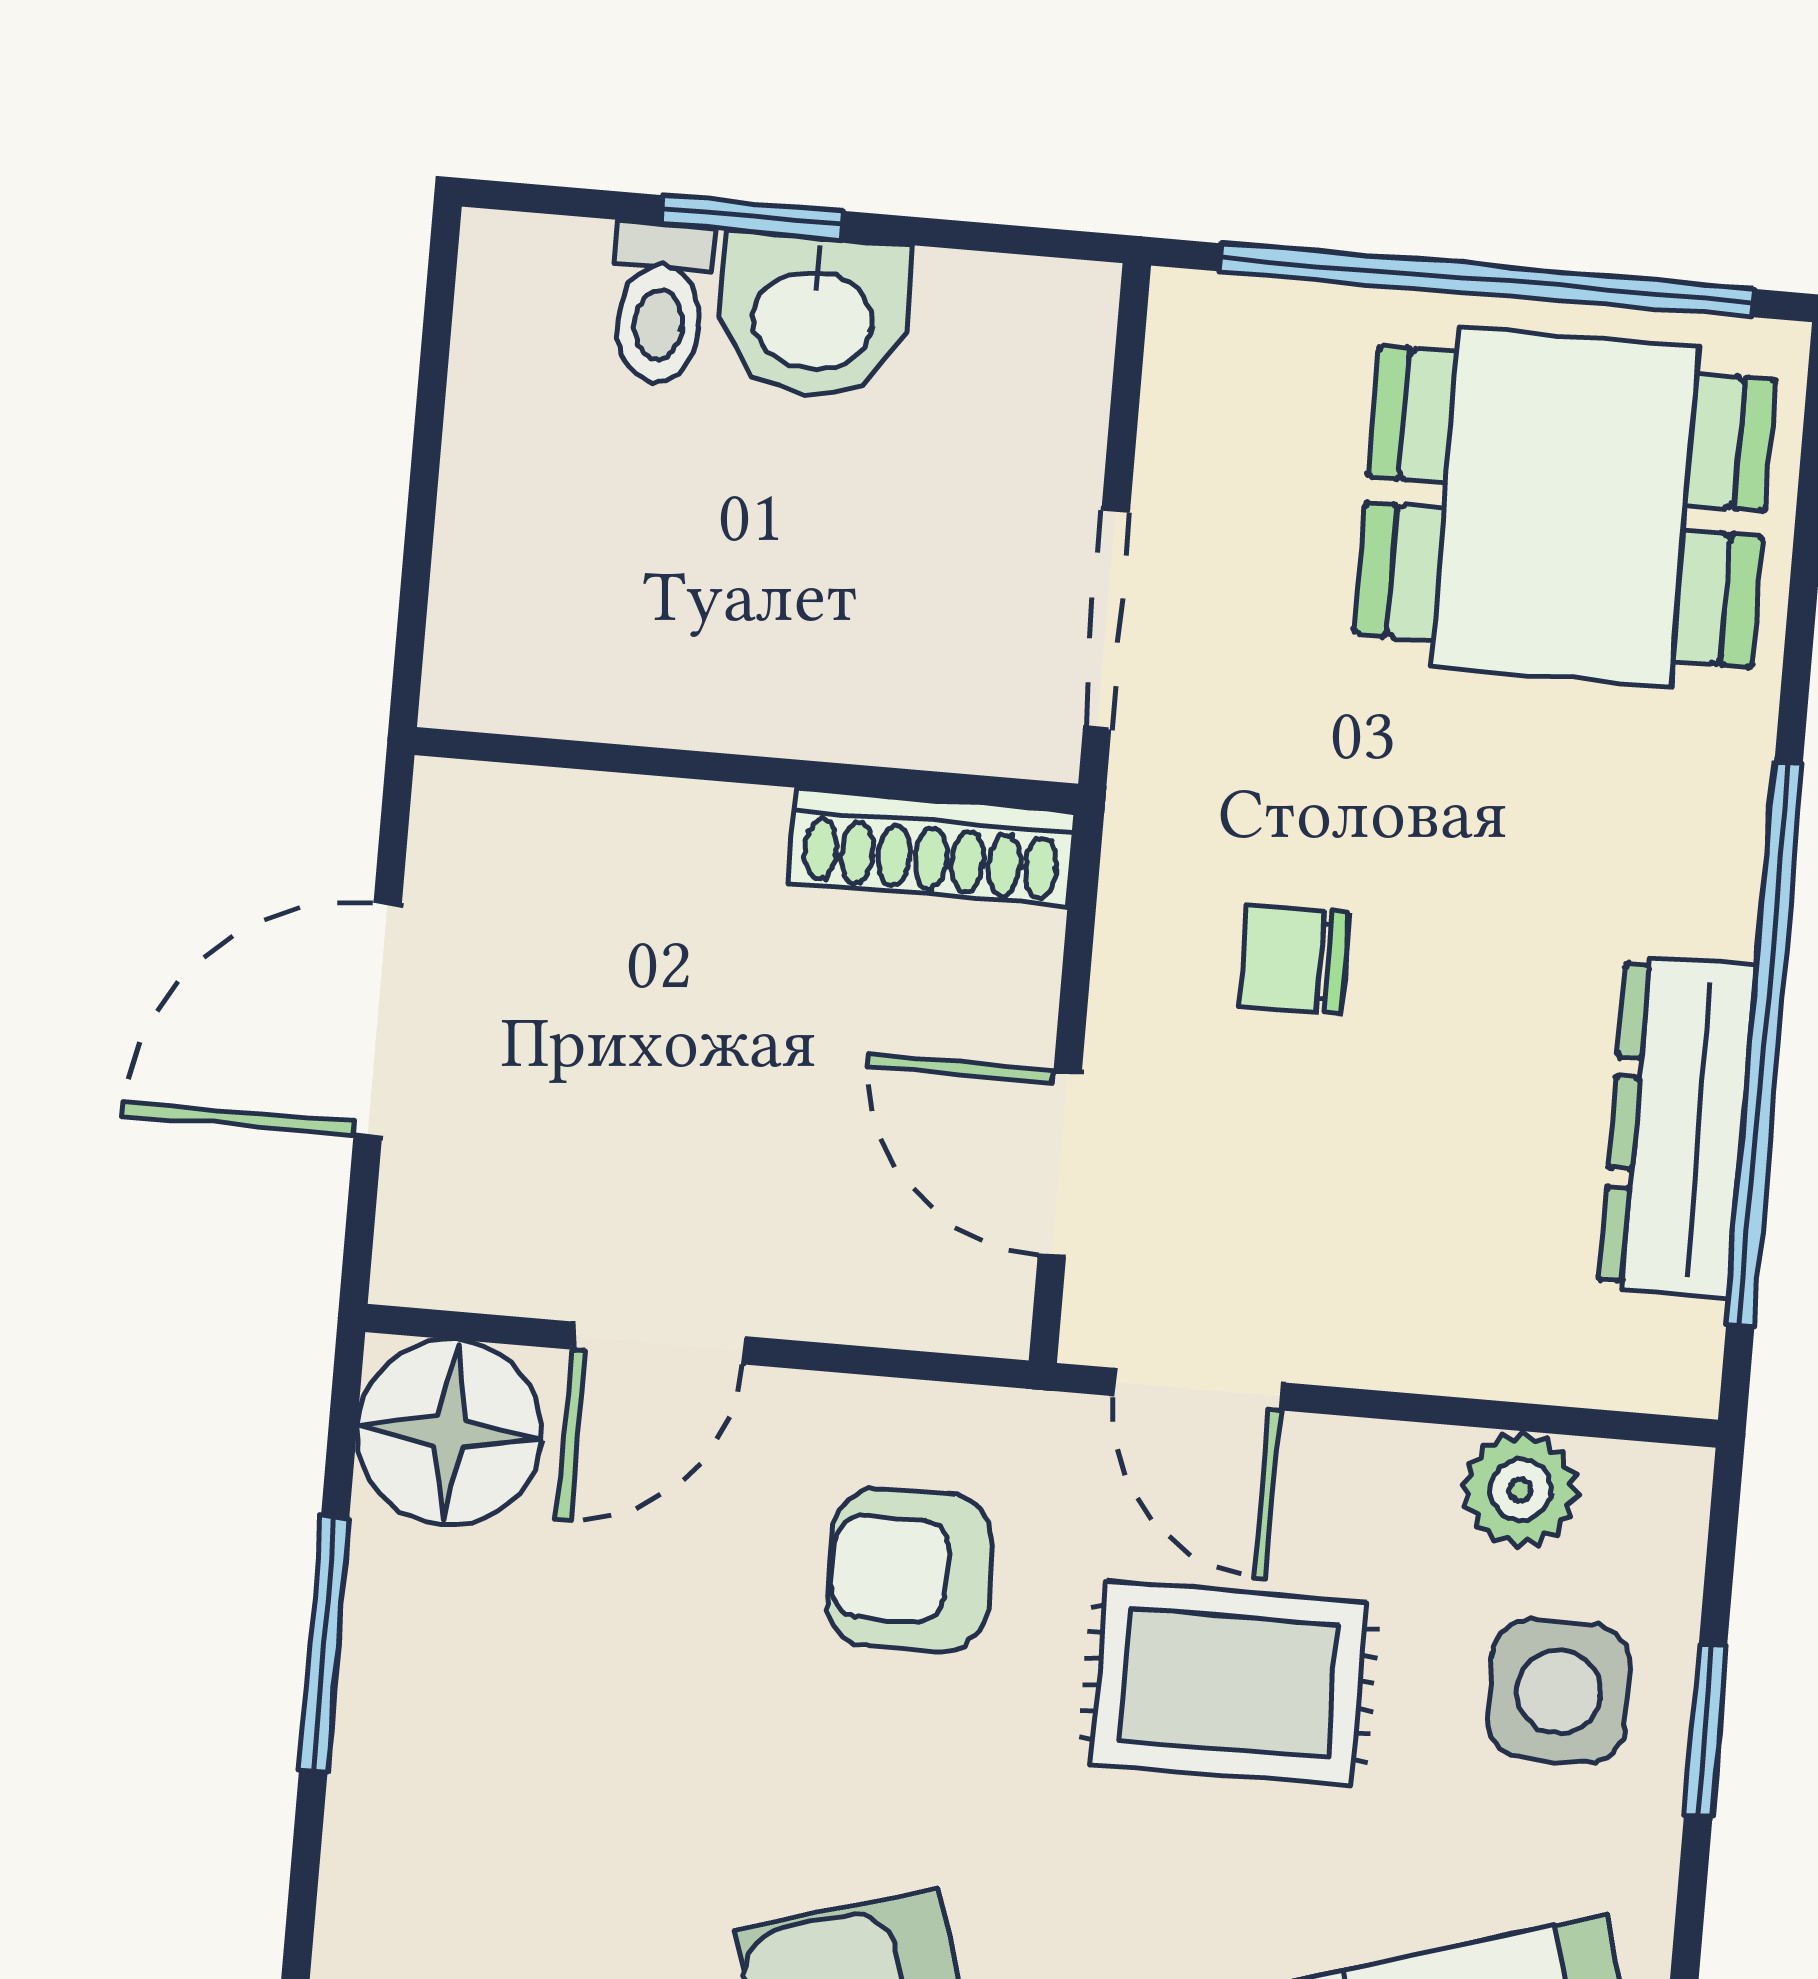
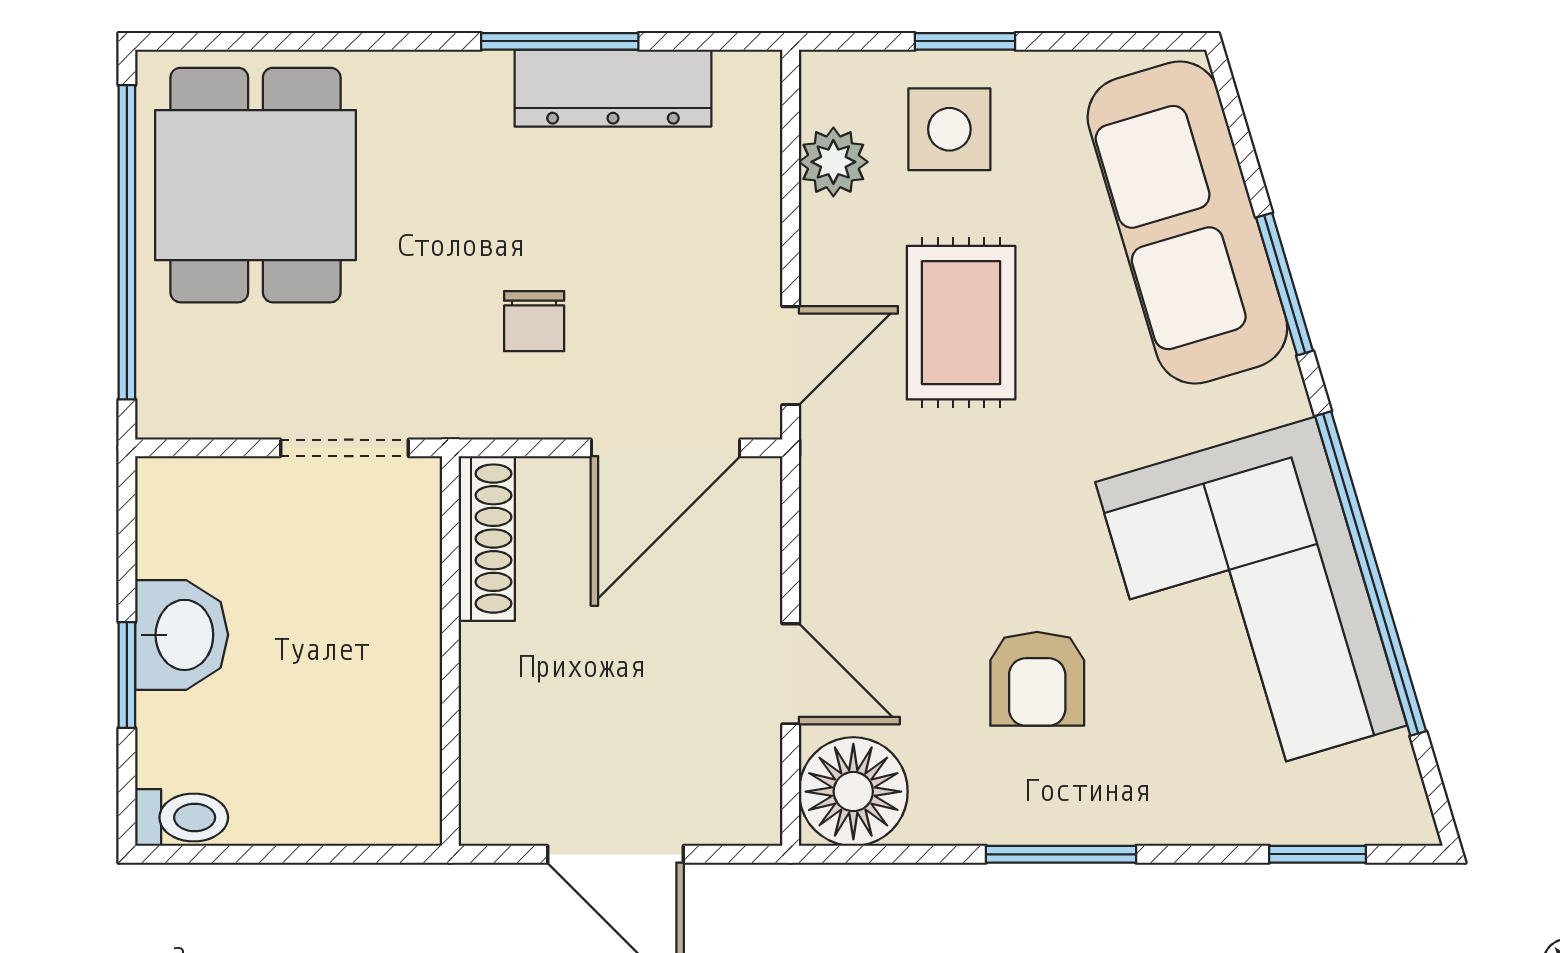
toilet: (660, 303) -> (182, 817), moved
window: (1765, 1043) -> (560, 41), width x0.47
door: (1060, 1164) -> (666, 448), width x1.38
armchair: (909, 1570) -> (1037, 679), moved
window: (324, 1644) -> (1061, 854), moved

